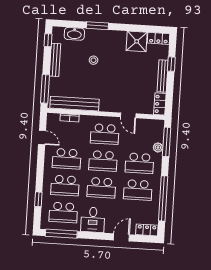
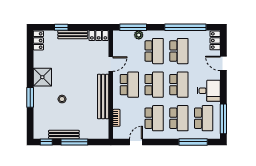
washbasin: (74, 34) -> (39, 118), removed
shower: (137, 41) -> (42, 77), moved
window: (45, 89) -> (74, 142), moved
bench: (75, 104) -> (103, 97), moved
window: (38, 199) -> (193, 142), width x2.17

